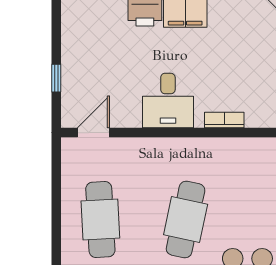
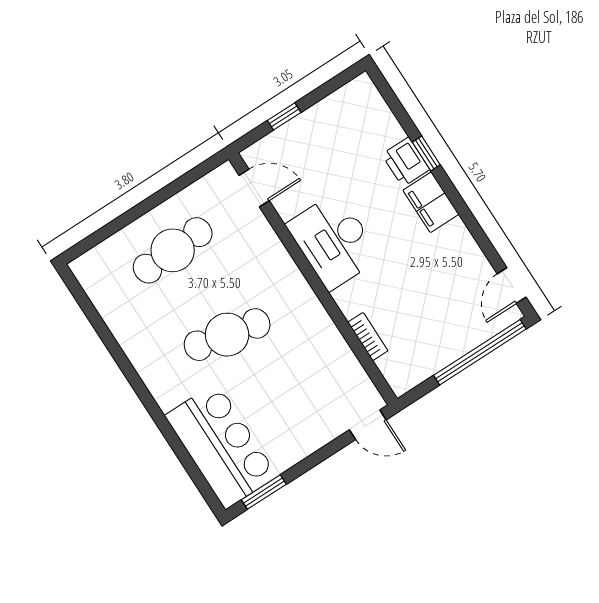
desk: (168, 100) -> (333, 241), width x1.37
bookcase: (224, 120) -> (368, 337), moved

